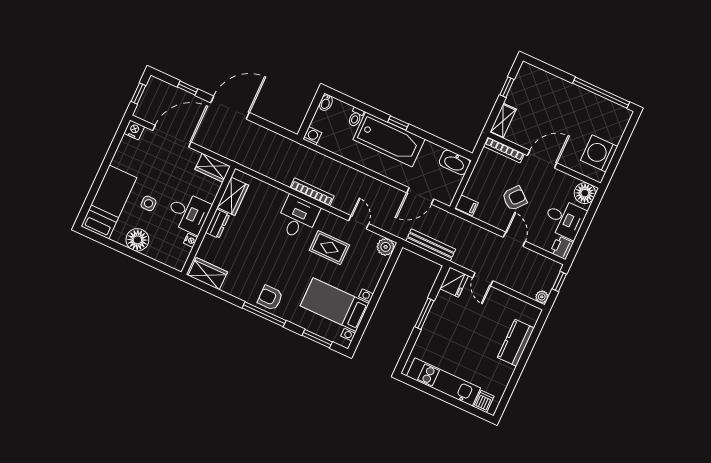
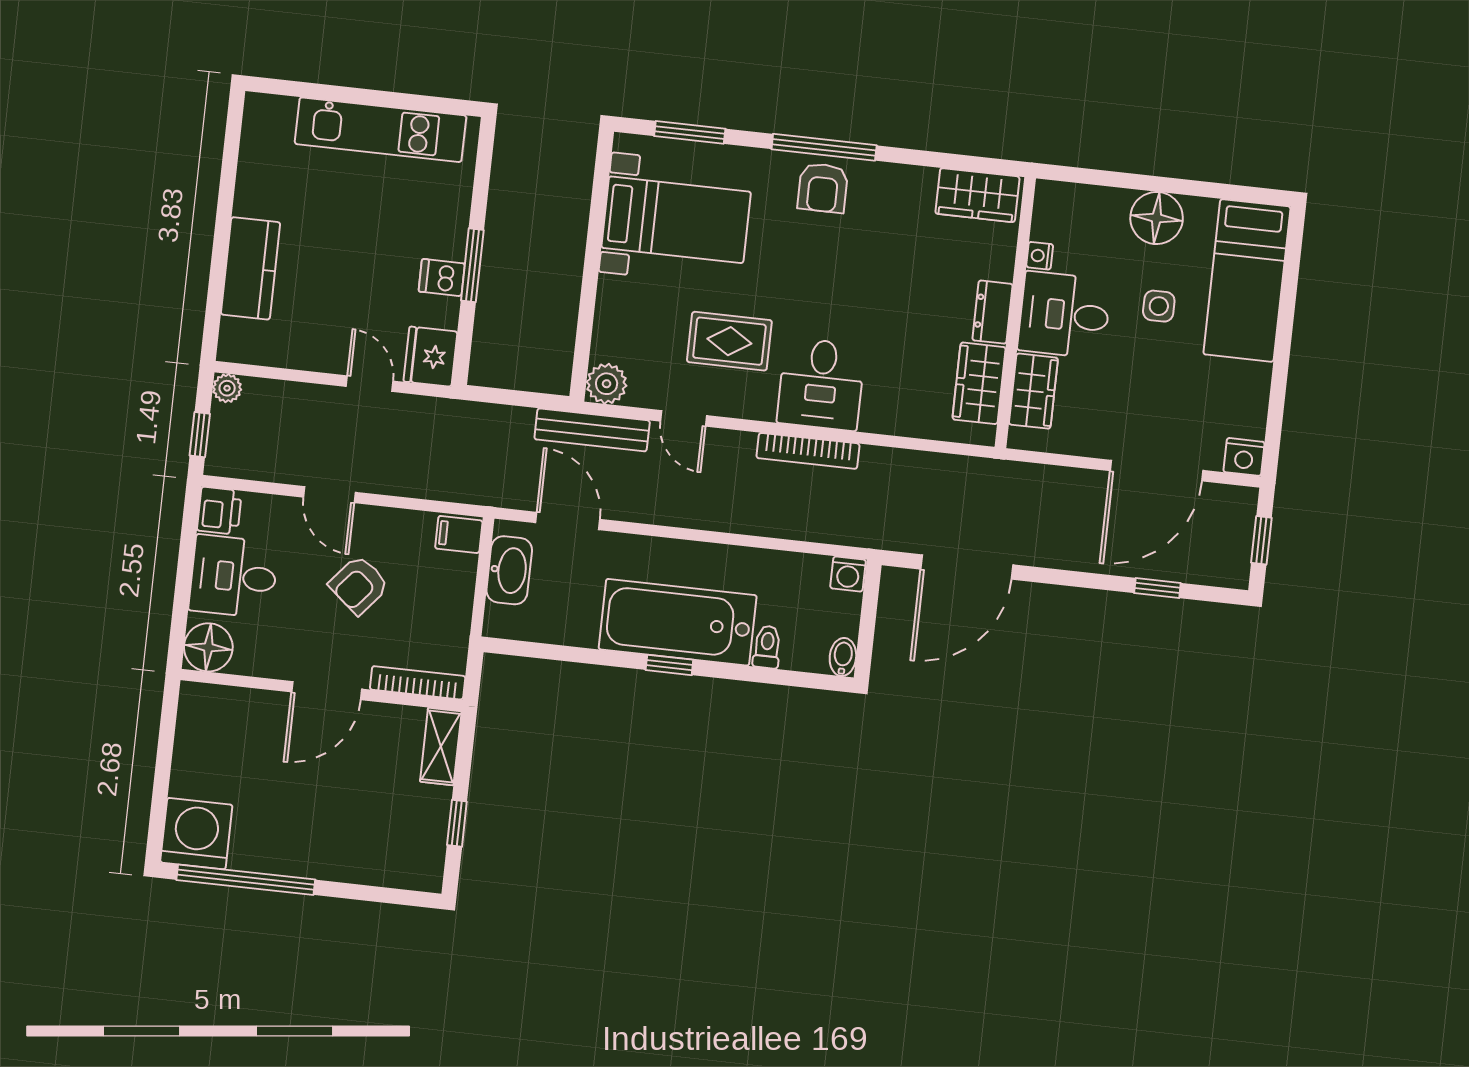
door: (230, 108) -> (967, 567), moved
washing machine: (599, 153) -> (196, 834), moved, turned -90
washbasin: (455, 162) -> (509, 570), moved, turned 90
wardrobe: (213, 168) -> (1033, 391), moved, turned 90
door: (420, 196) -> (568, 521), hinge flipped
bench: (431, 245) -> (592, 430), moved
armchair: (270, 298) -> (823, 188), turned 90
dishwasher: (484, 401) -> (442, 278), moved, turned 90

